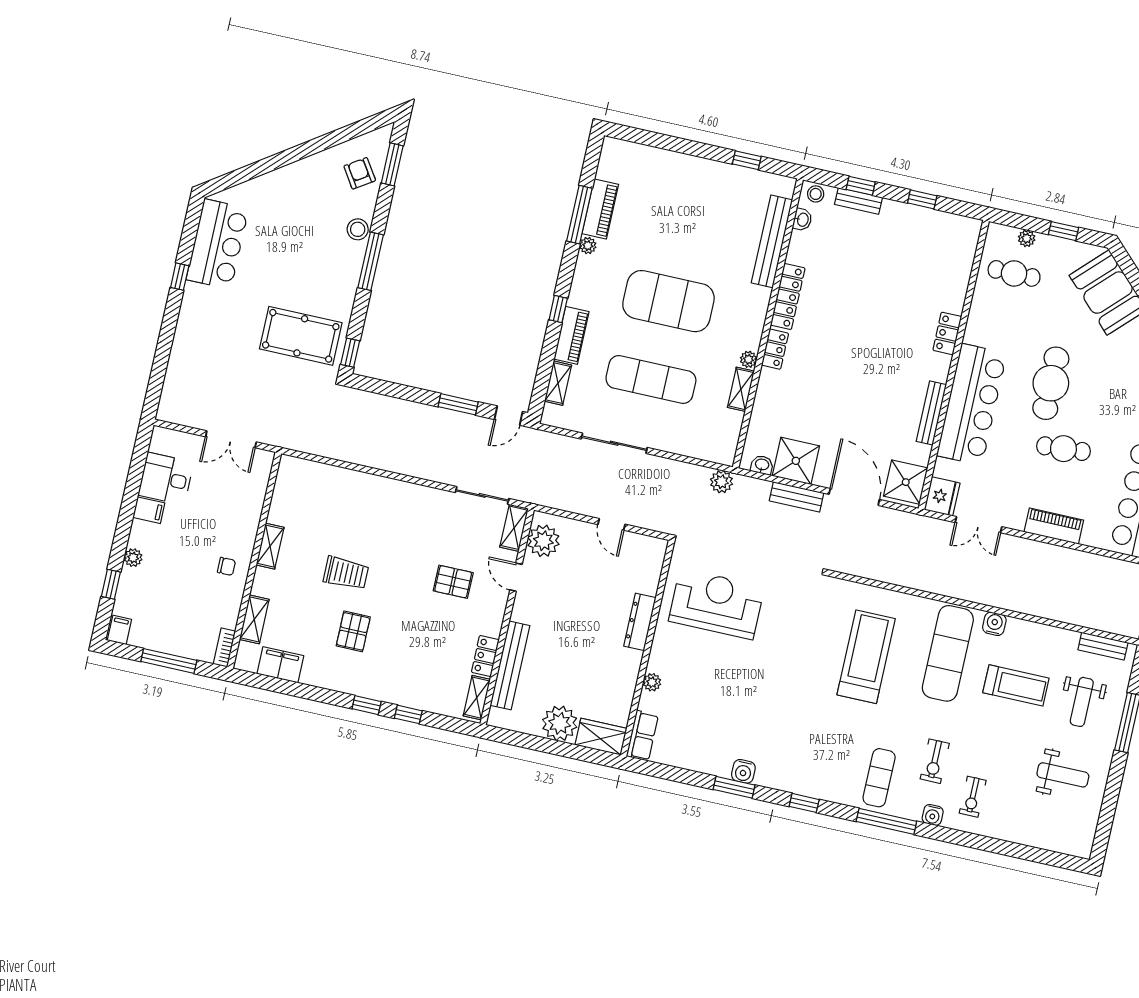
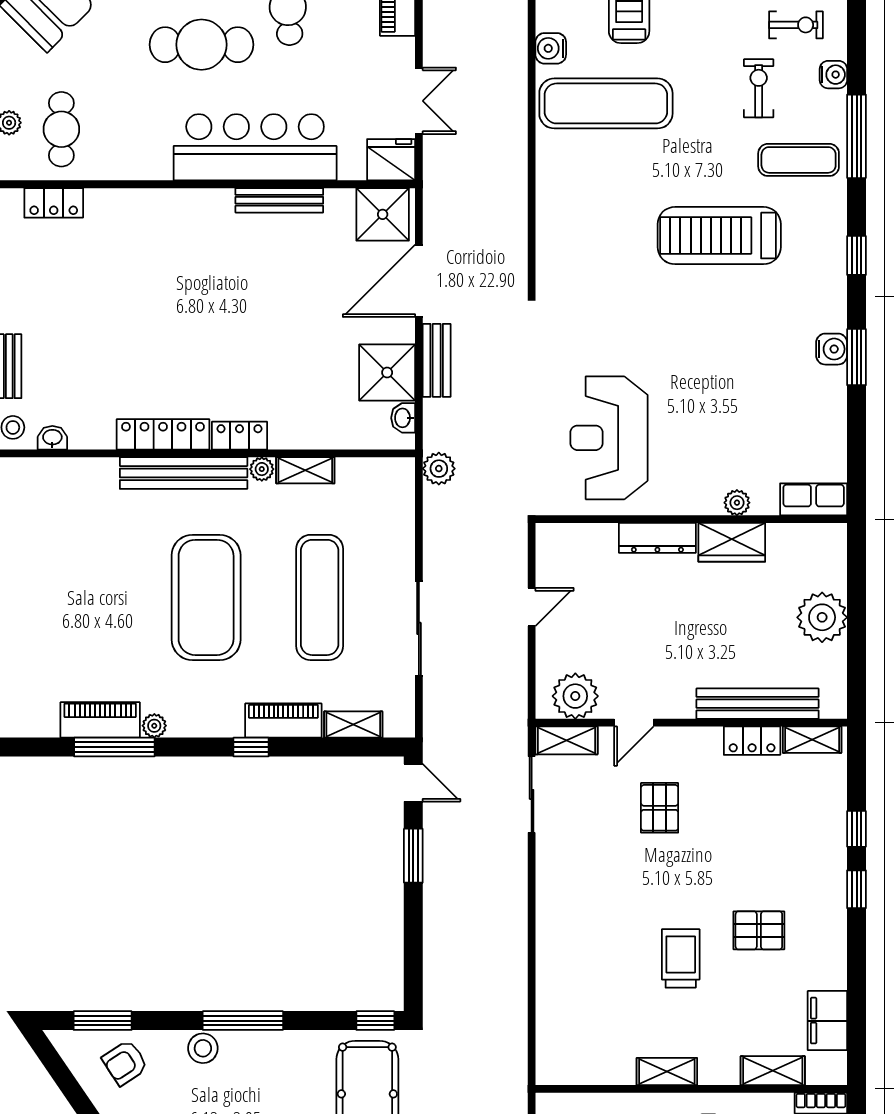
bench: (772, 241) -> (184, 473), moved
locker: (947, 333) -> (54, 203), moved
treadmill: (866, 657) -> (719, 236), moved
wardrobe: (601, 737) -> (732, 542), moved, turned -90
exercise bike: (935, 761) -> (759, 88), turned -90

